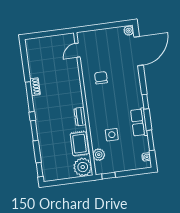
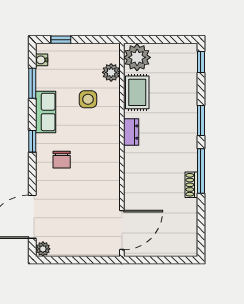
door: (78, 50) -> (122, 230), width x1.87
chair: (101, 78) -> (62, 160), moved
window: (109, 176) -> (61, 40), moved

